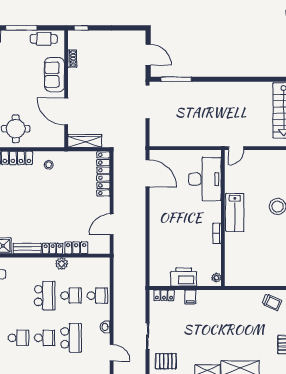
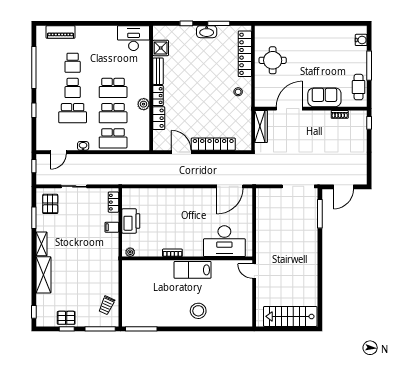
locker: (103, 174) -> (213, 144), moved
school desk: (71, 296) -> (113, 113), width x1.85
school desk: (97, 296) -> (113, 138), width x1.85

